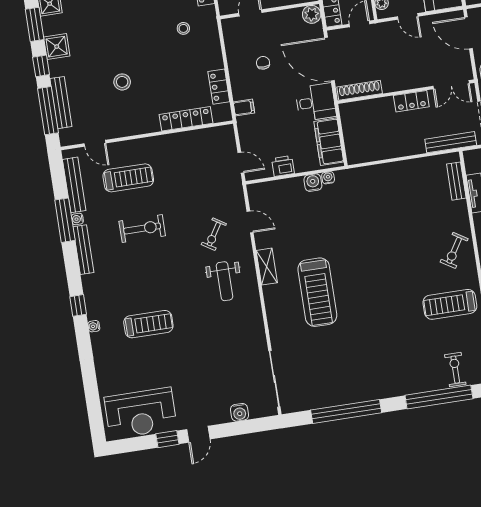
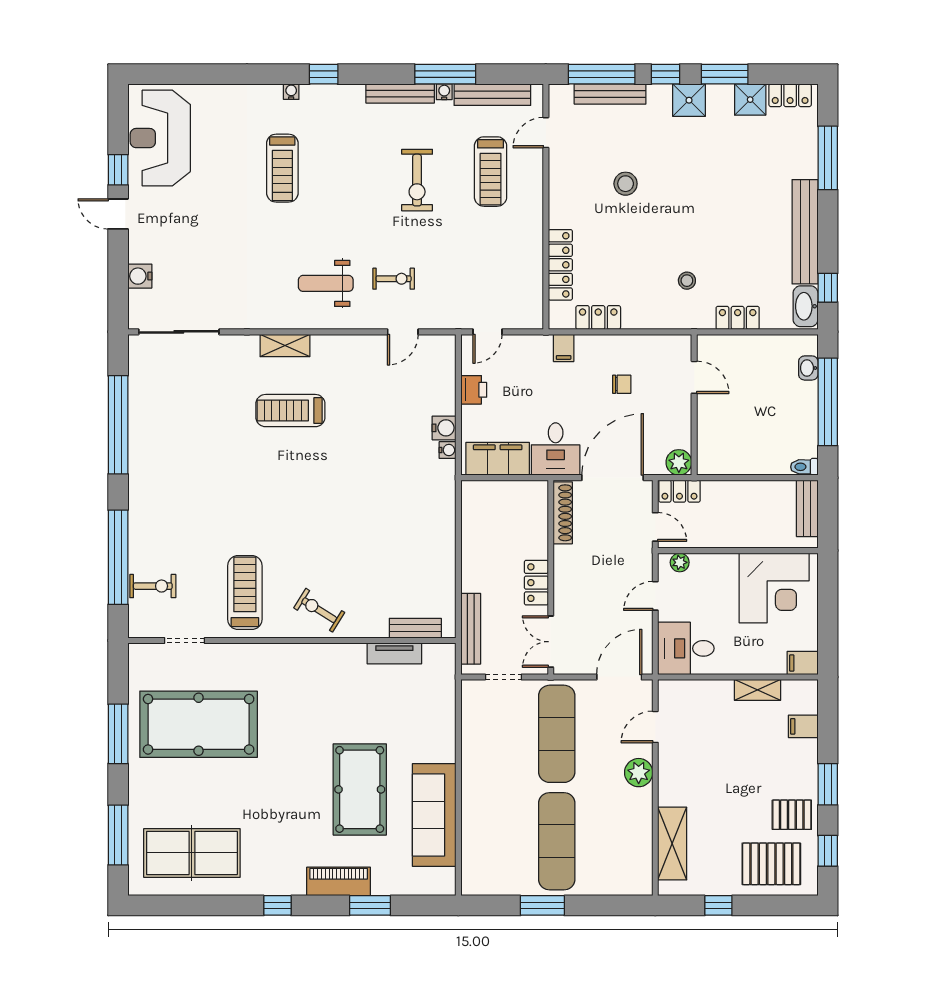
exercise bike: (214, 234) -> (394, 279), turned 148
shelving: (267, 267) -> (285, 345), moved
treadmill: (317, 292) -> (290, 411), width x0.73, depth x0.73

